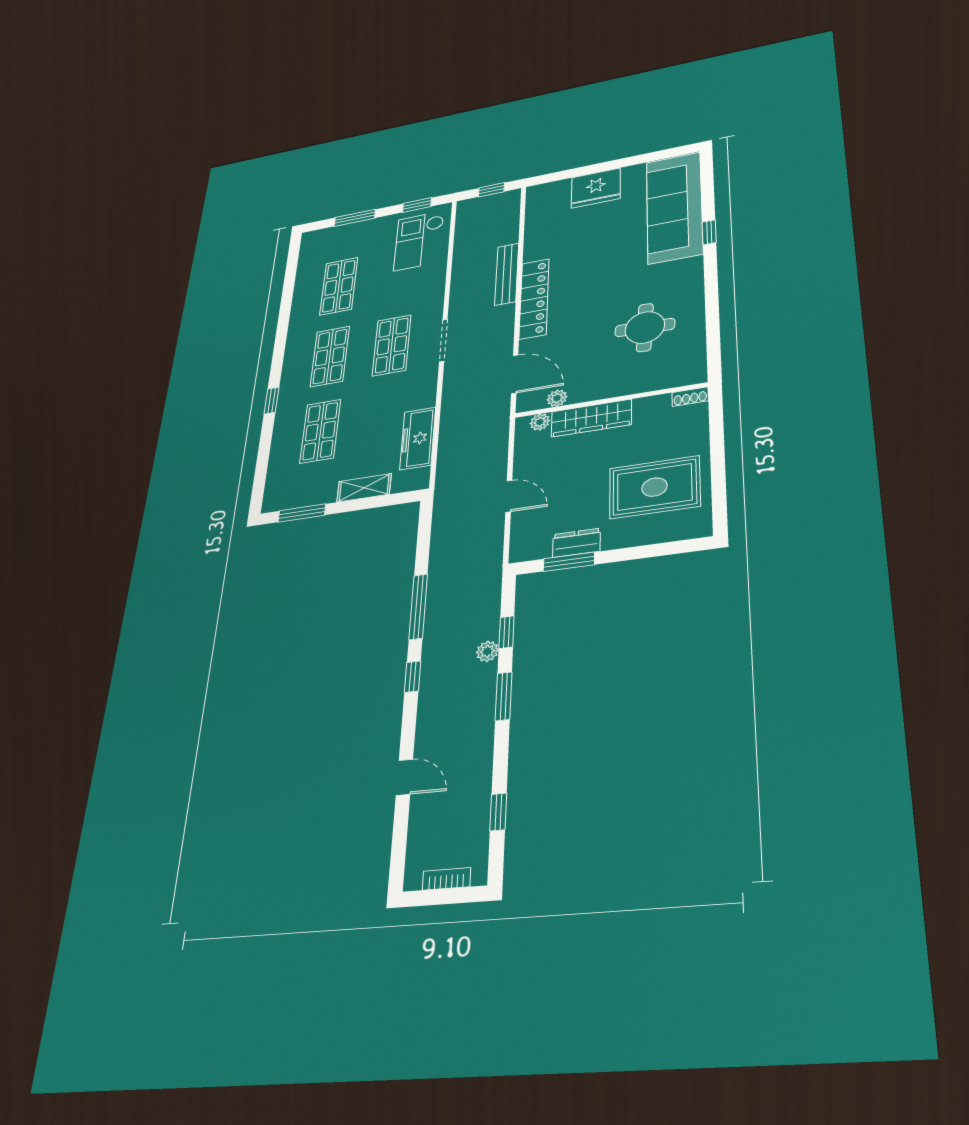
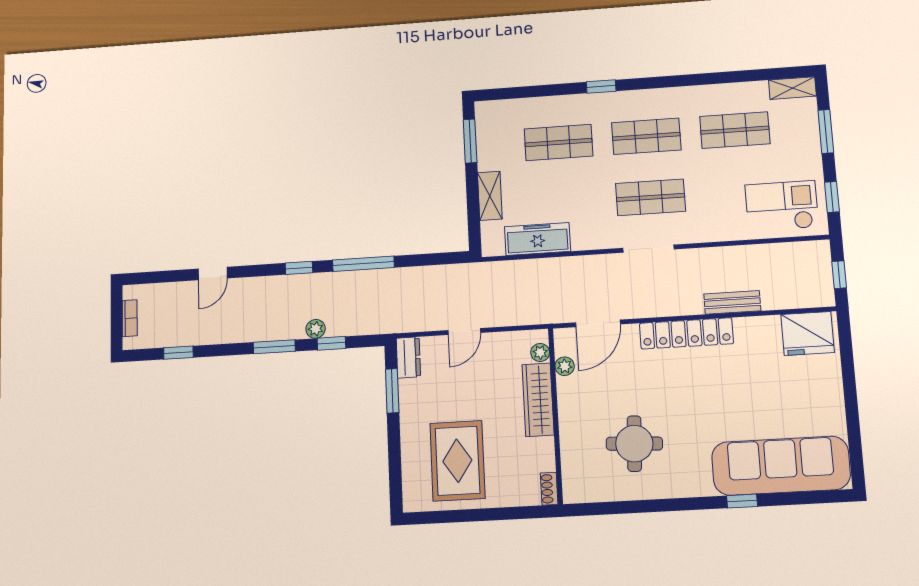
fridge: (596, 188) -> (808, 333), moved, turned -90
shelving: (309, 248) -> (792, 88), added
bench: (507, 274) -> (732, 302), width x0.73
dresser: (576, 543) -> (408, 357), moved

